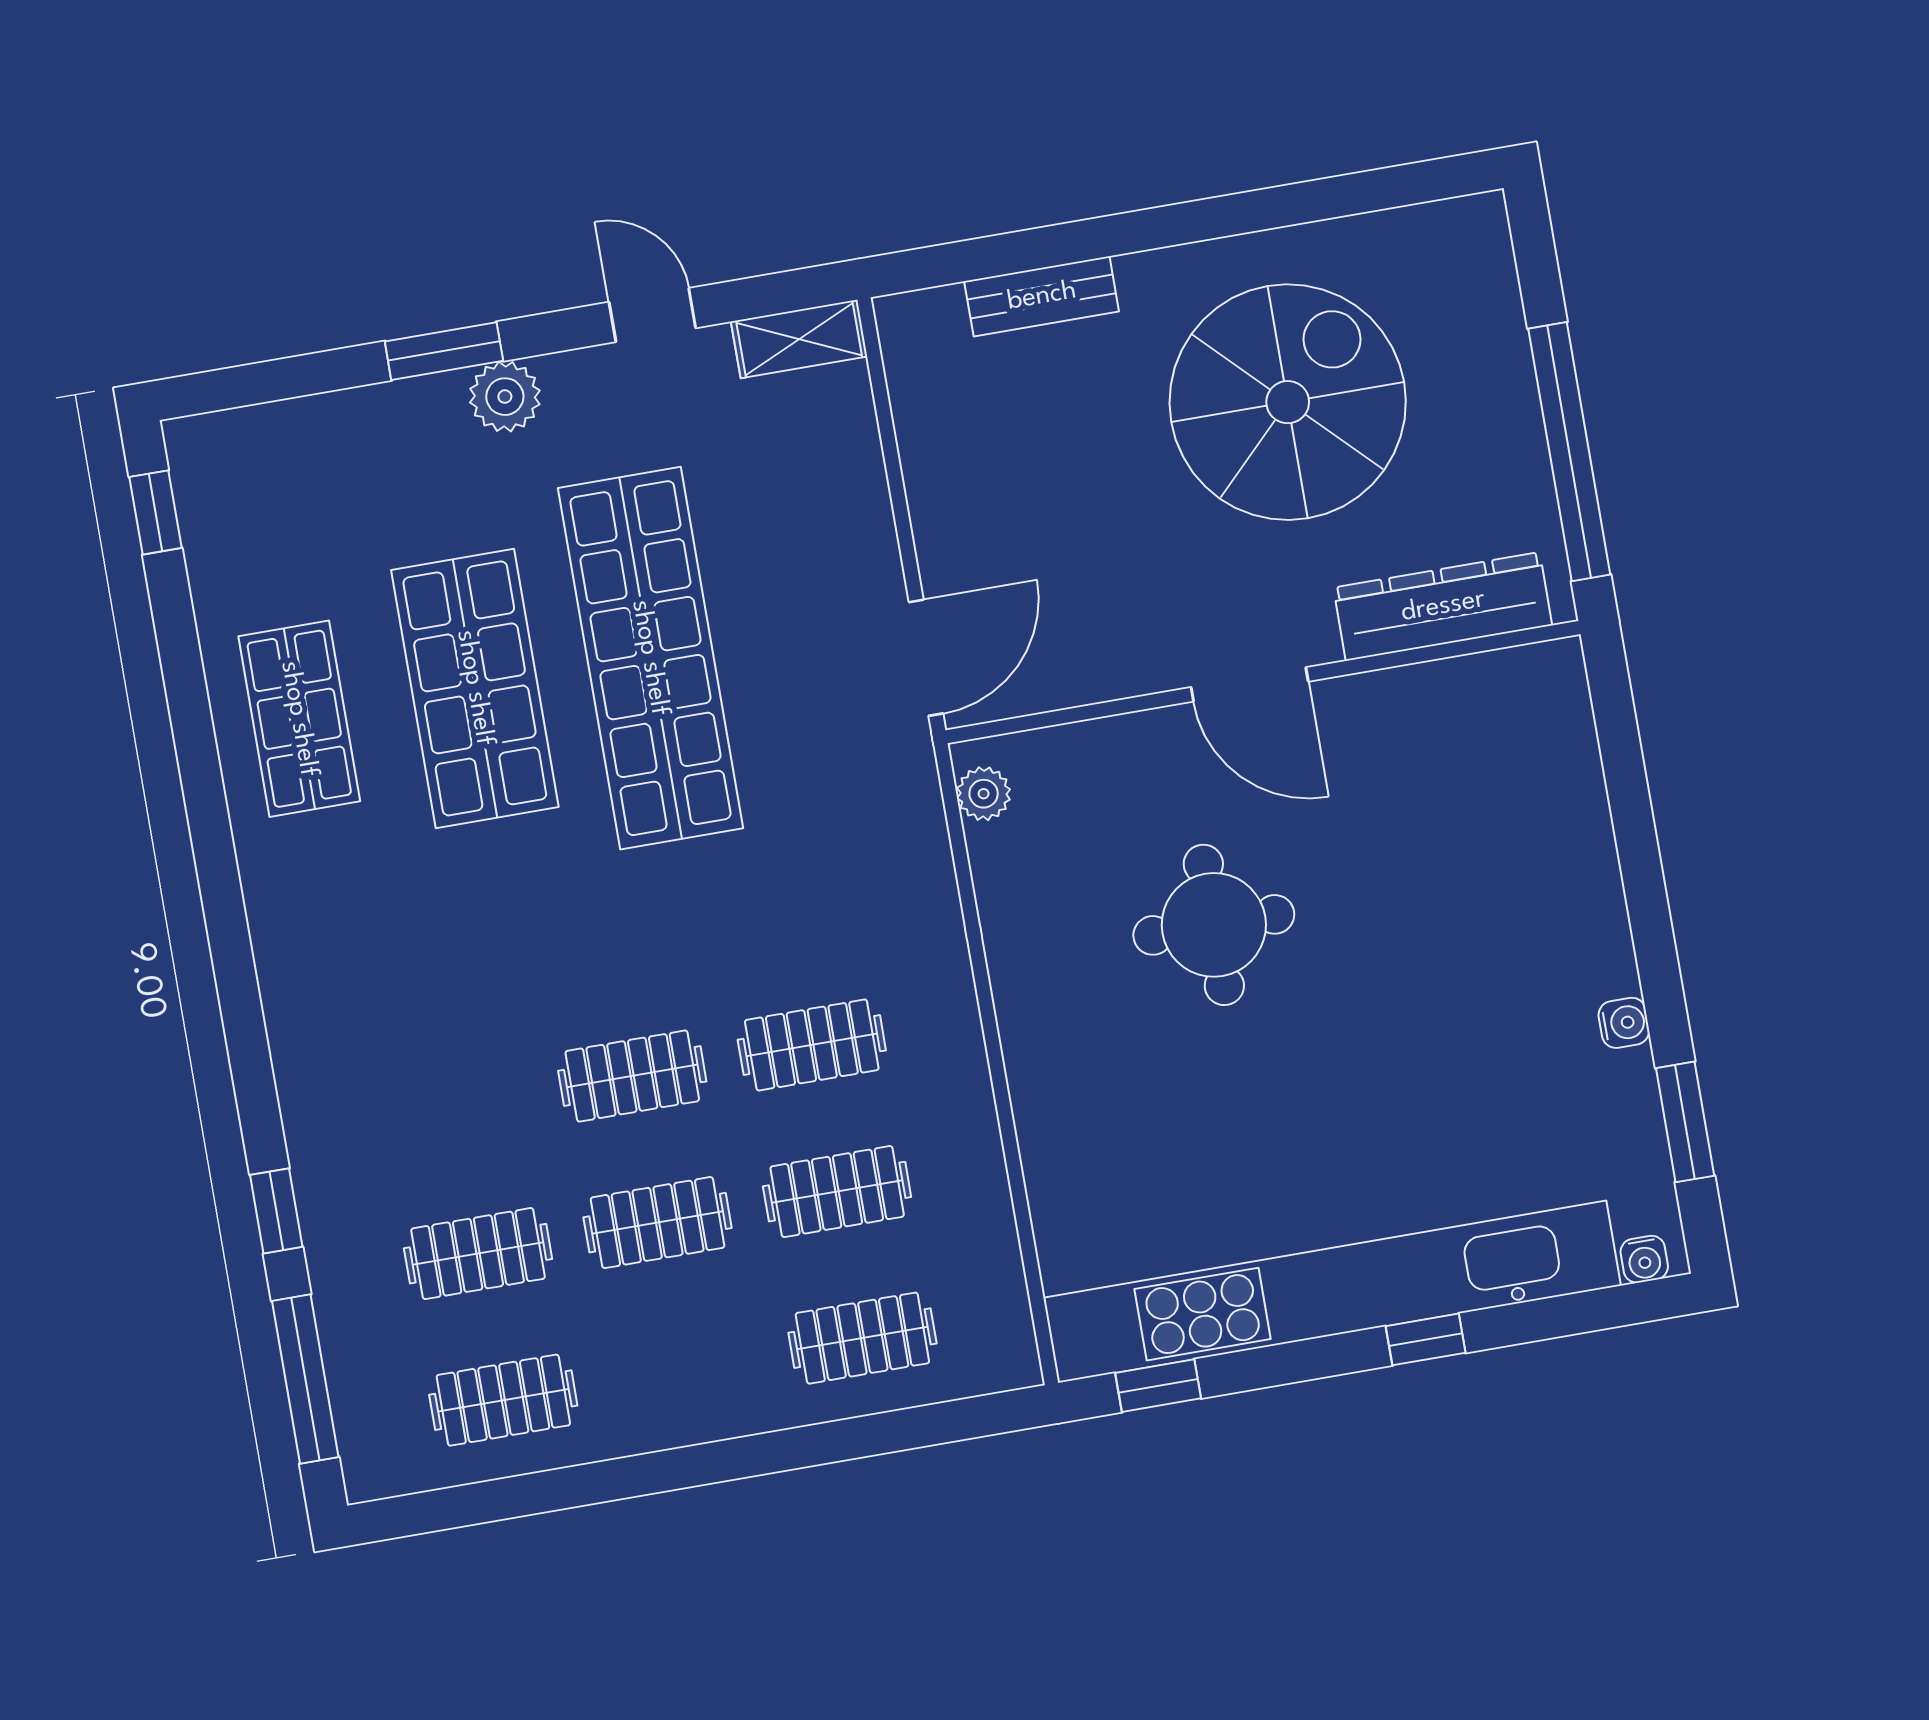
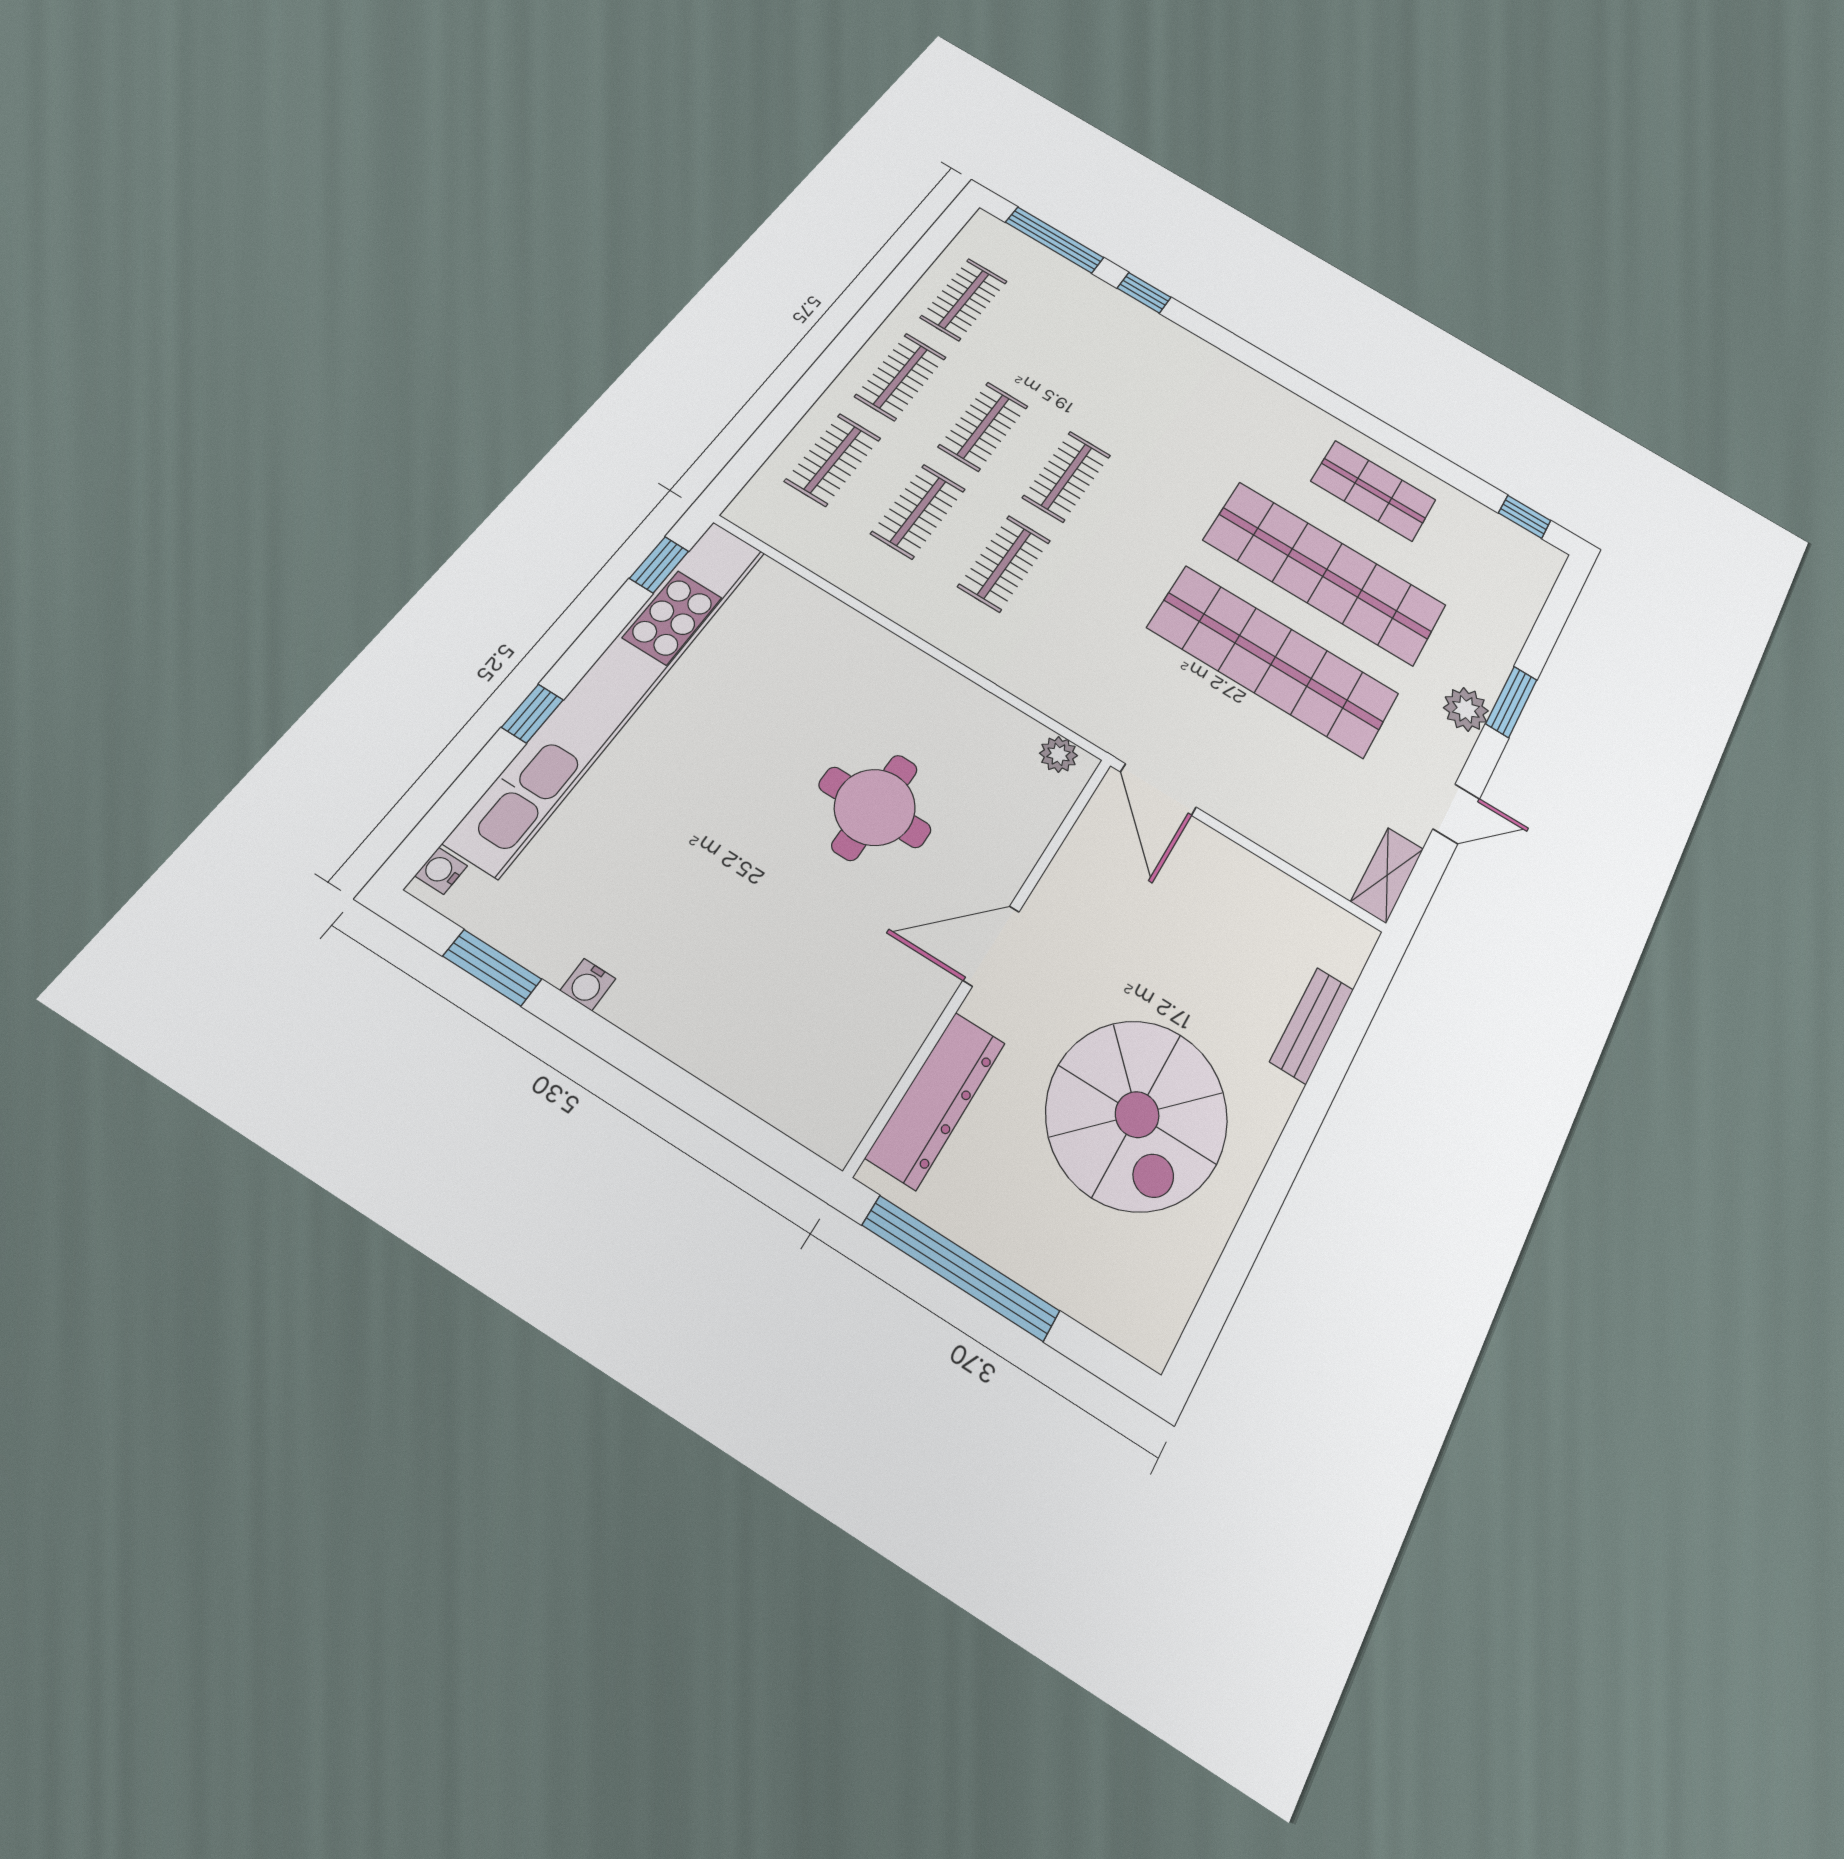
shop shelf: (475, 688) -> (1325, 573), width x1.40
clothes rail: (478, 1254) -> (900, 377), moved

